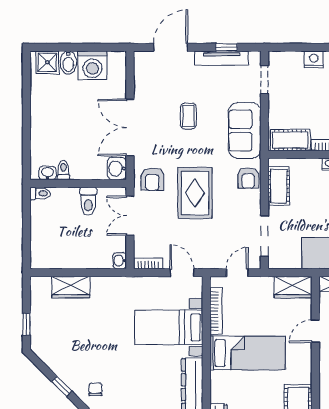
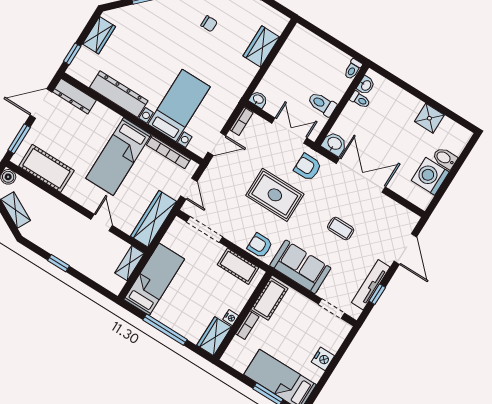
shower: (47, 62) -> (429, 118), moved
wardrobe: (293, 287) -> (154, 219), width x1.50
chair: (95, 389) -> (209, 24), moved

